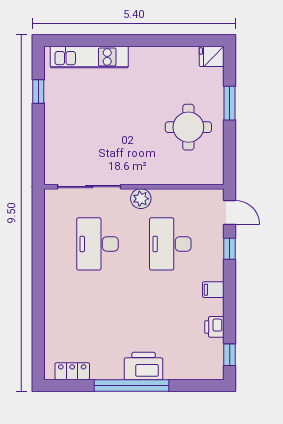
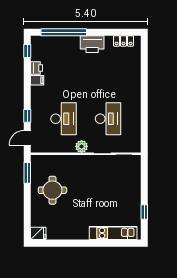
window: (230, 103) -> (27, 173), moved
door: (230, 212) -> (27, 138), hinge flipped
filing cabinet: (213, 290) -> (37, 80), moved
printer: (144, 366) -> (92, 44), moved
window: (131, 385) -> (64, 32), moved

